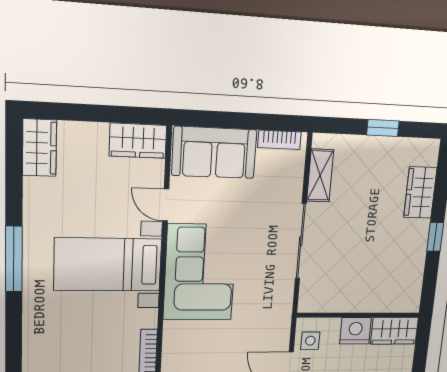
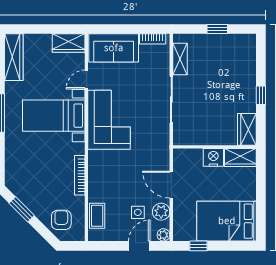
wardrobe: (40, 148) -> (14, 57), width x1.50
wardrobe: (420, 192) -> (247, 129), moved
door: (166, 205) -> (86, 80), hinge flipped
side table: (310, 341) -> (183, 164), removed

